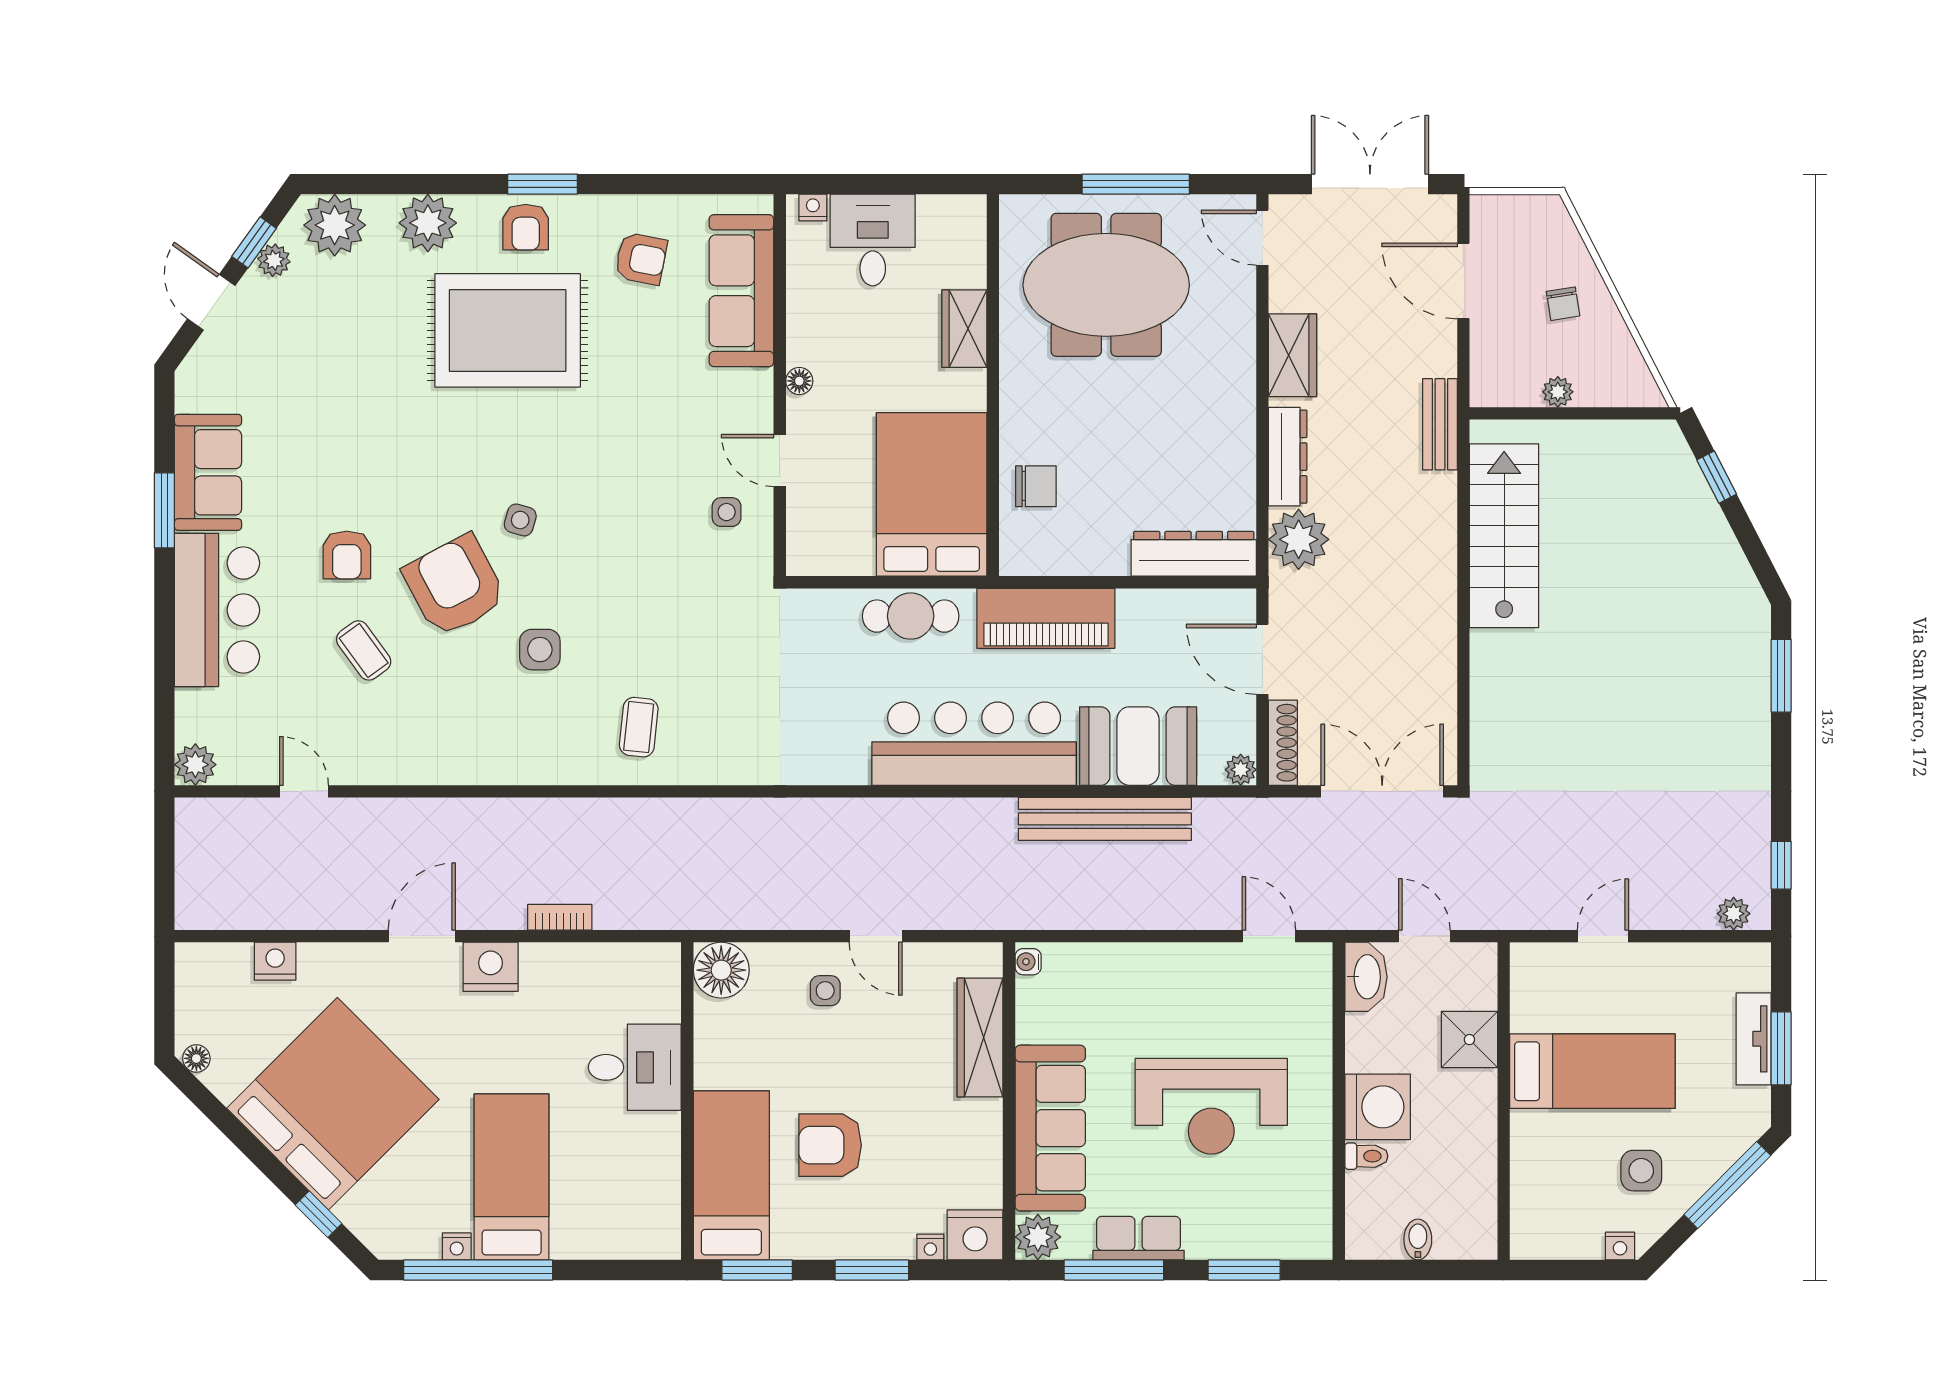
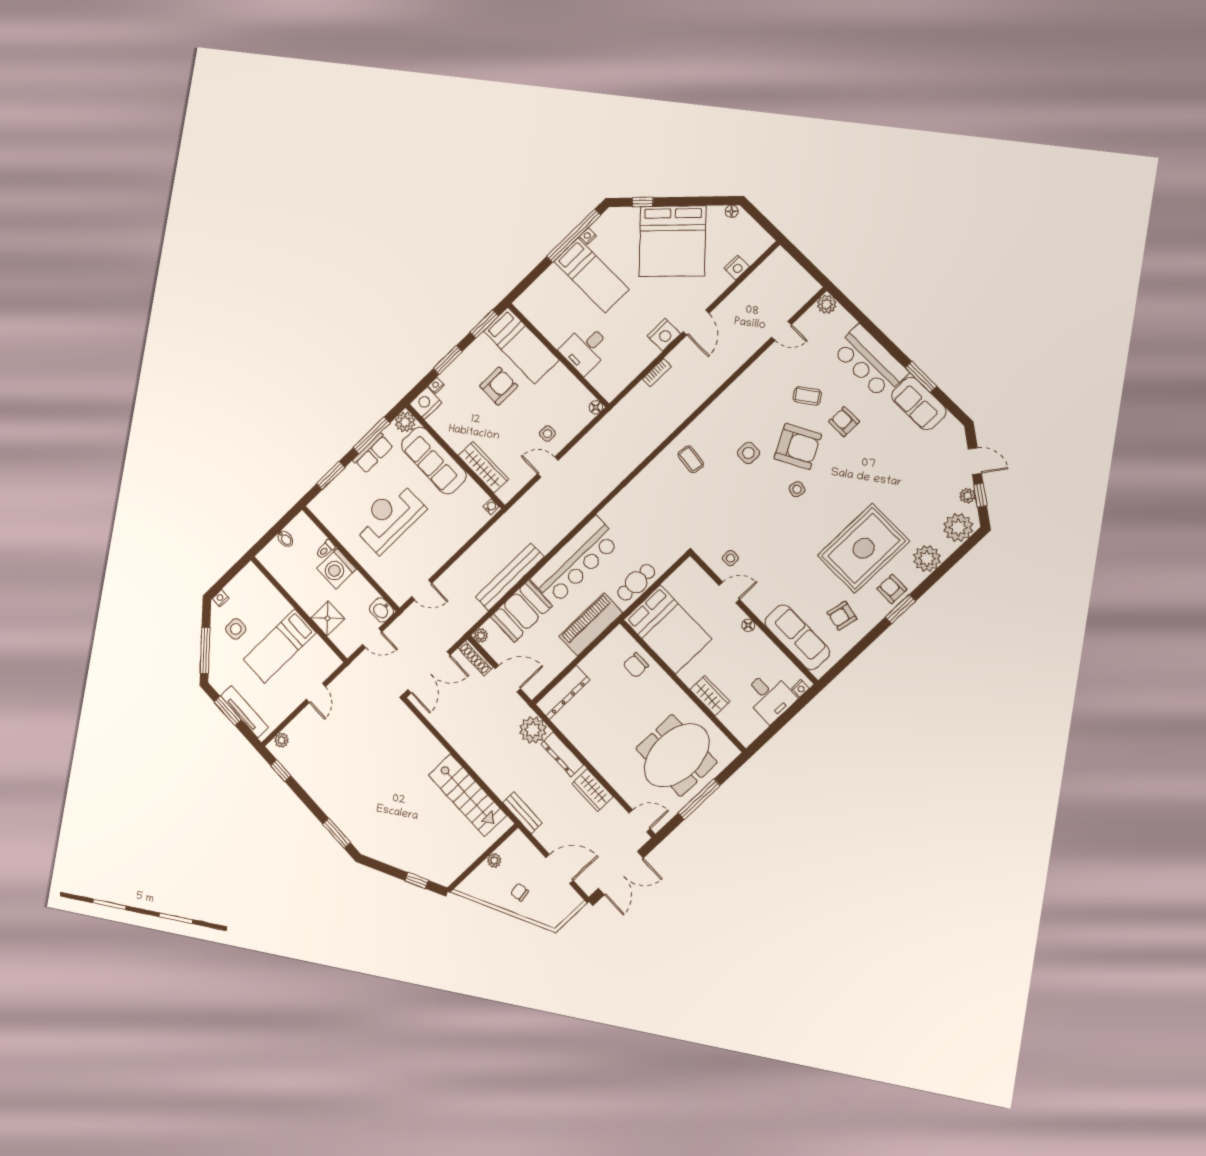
floor lamp: (721, 970) -> (596, 407), width x0.53, depth x0.53
washbasin: (1366, 977) -> (382, 610), width x0.72
tv unit: (1754, 1039) -> (244, 712), width x1.41

